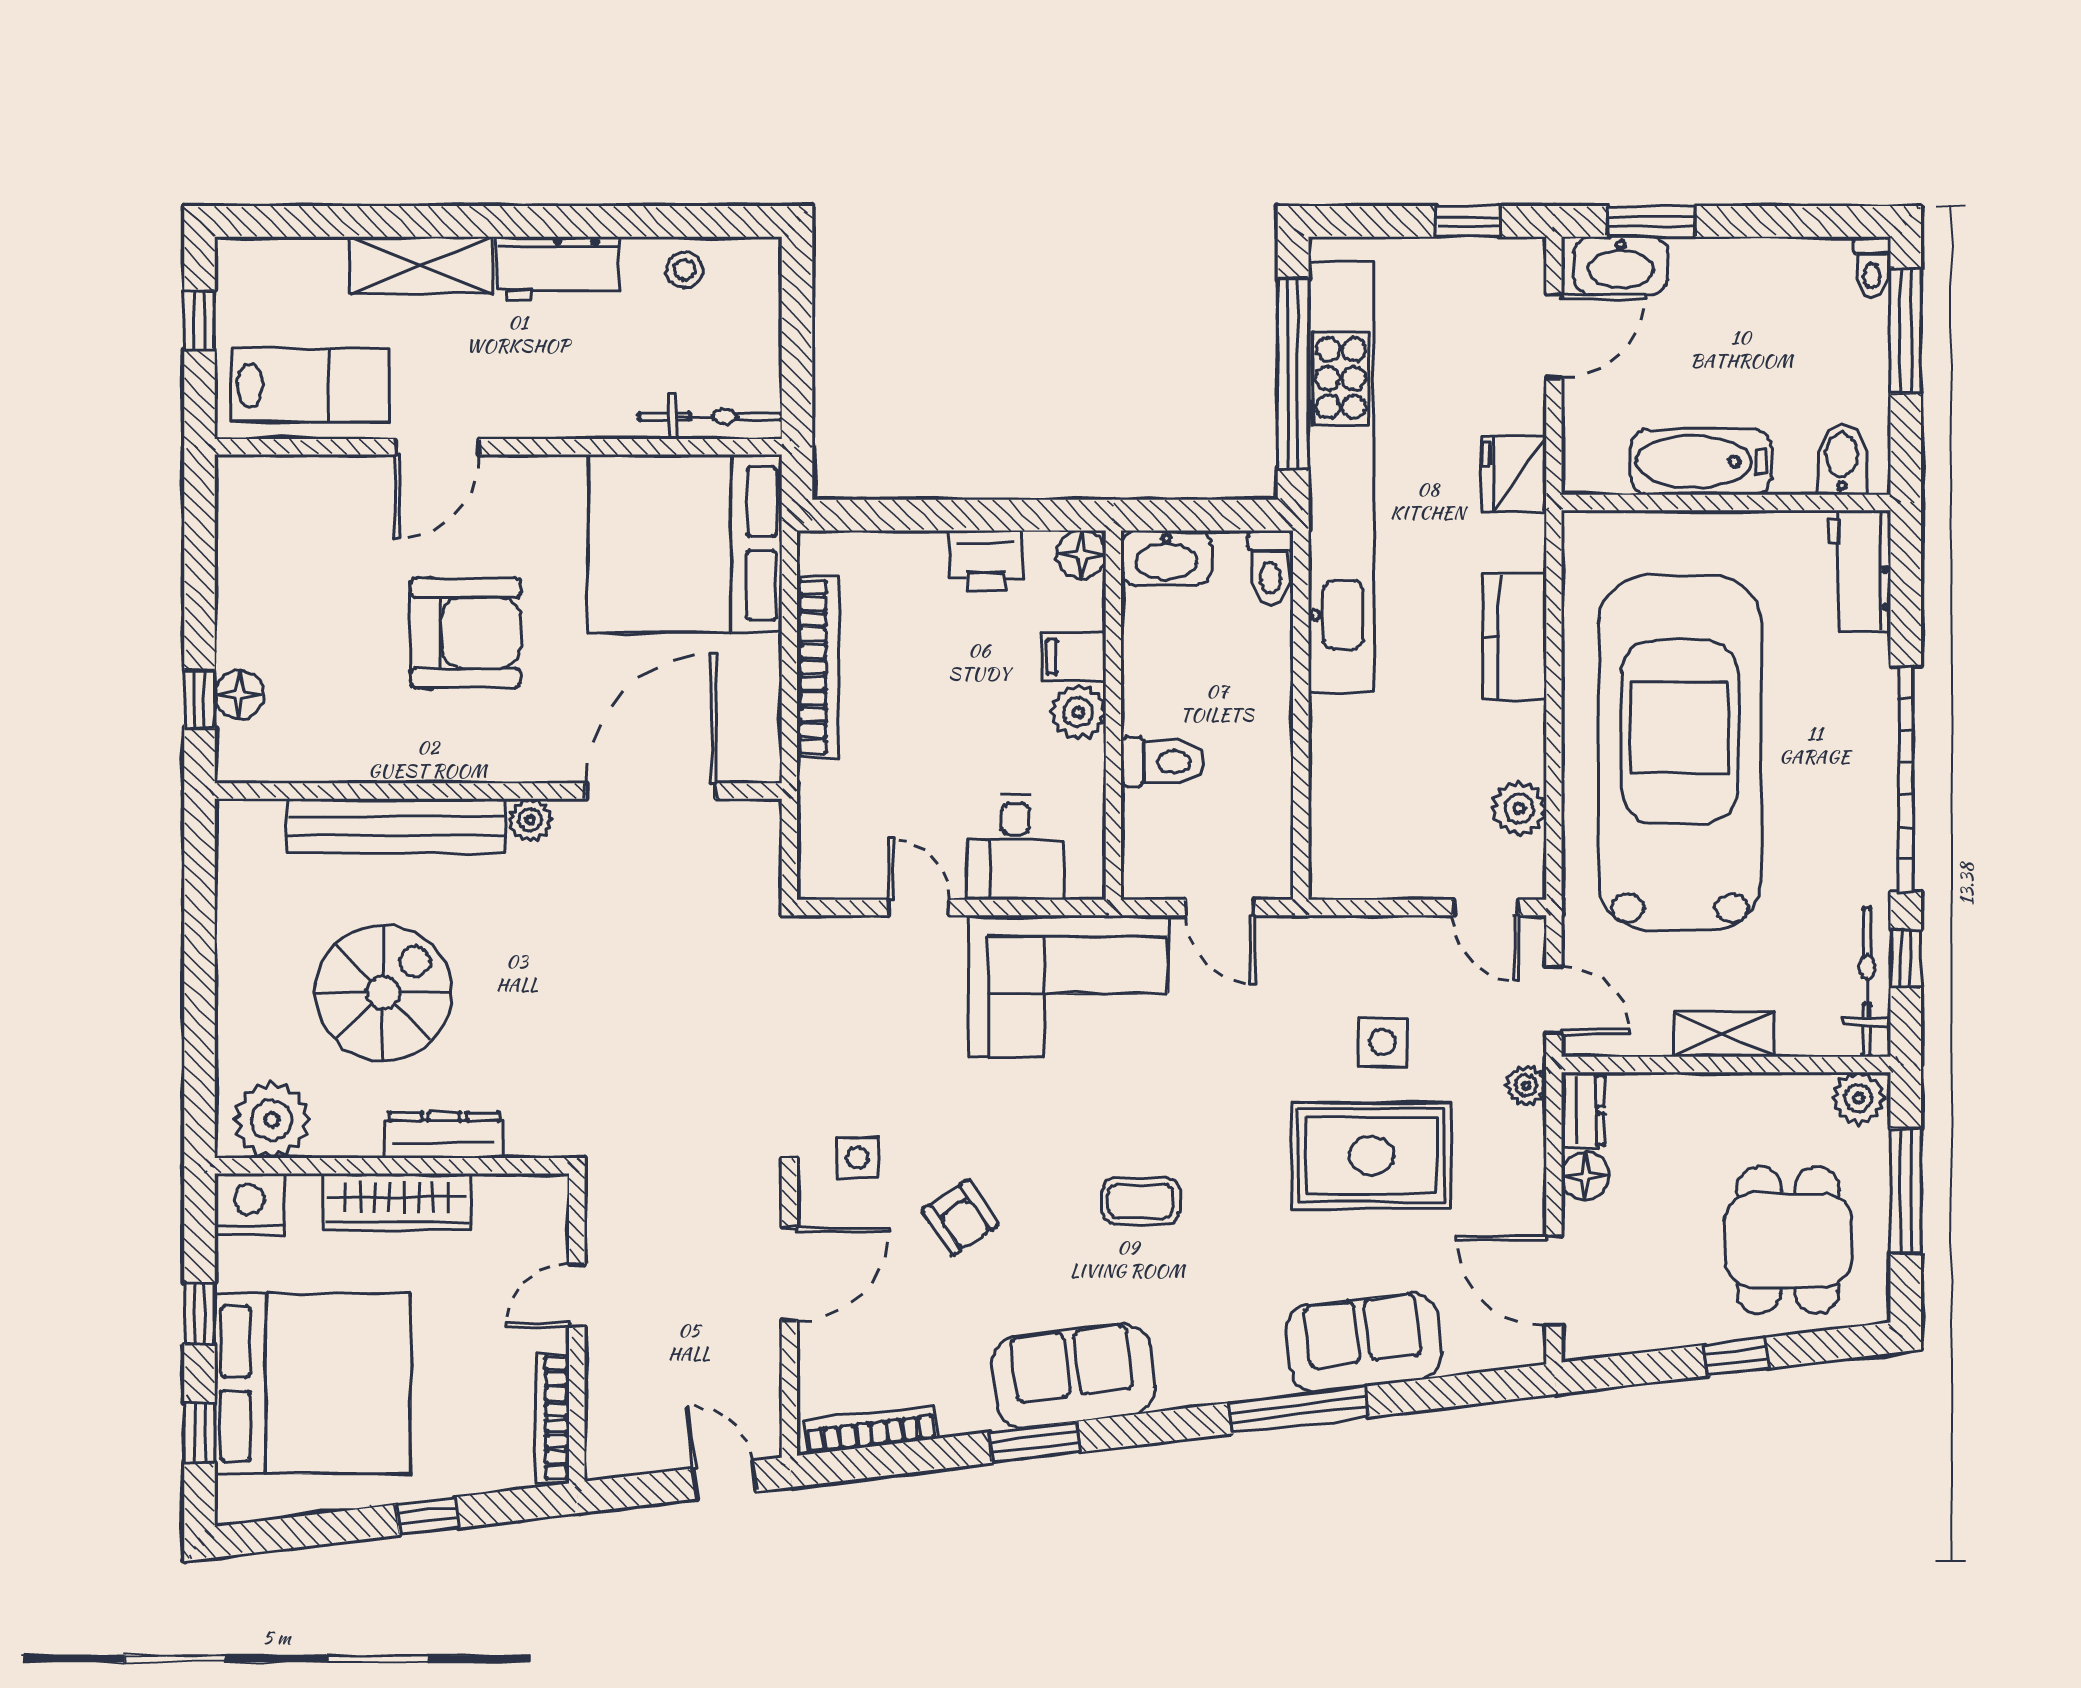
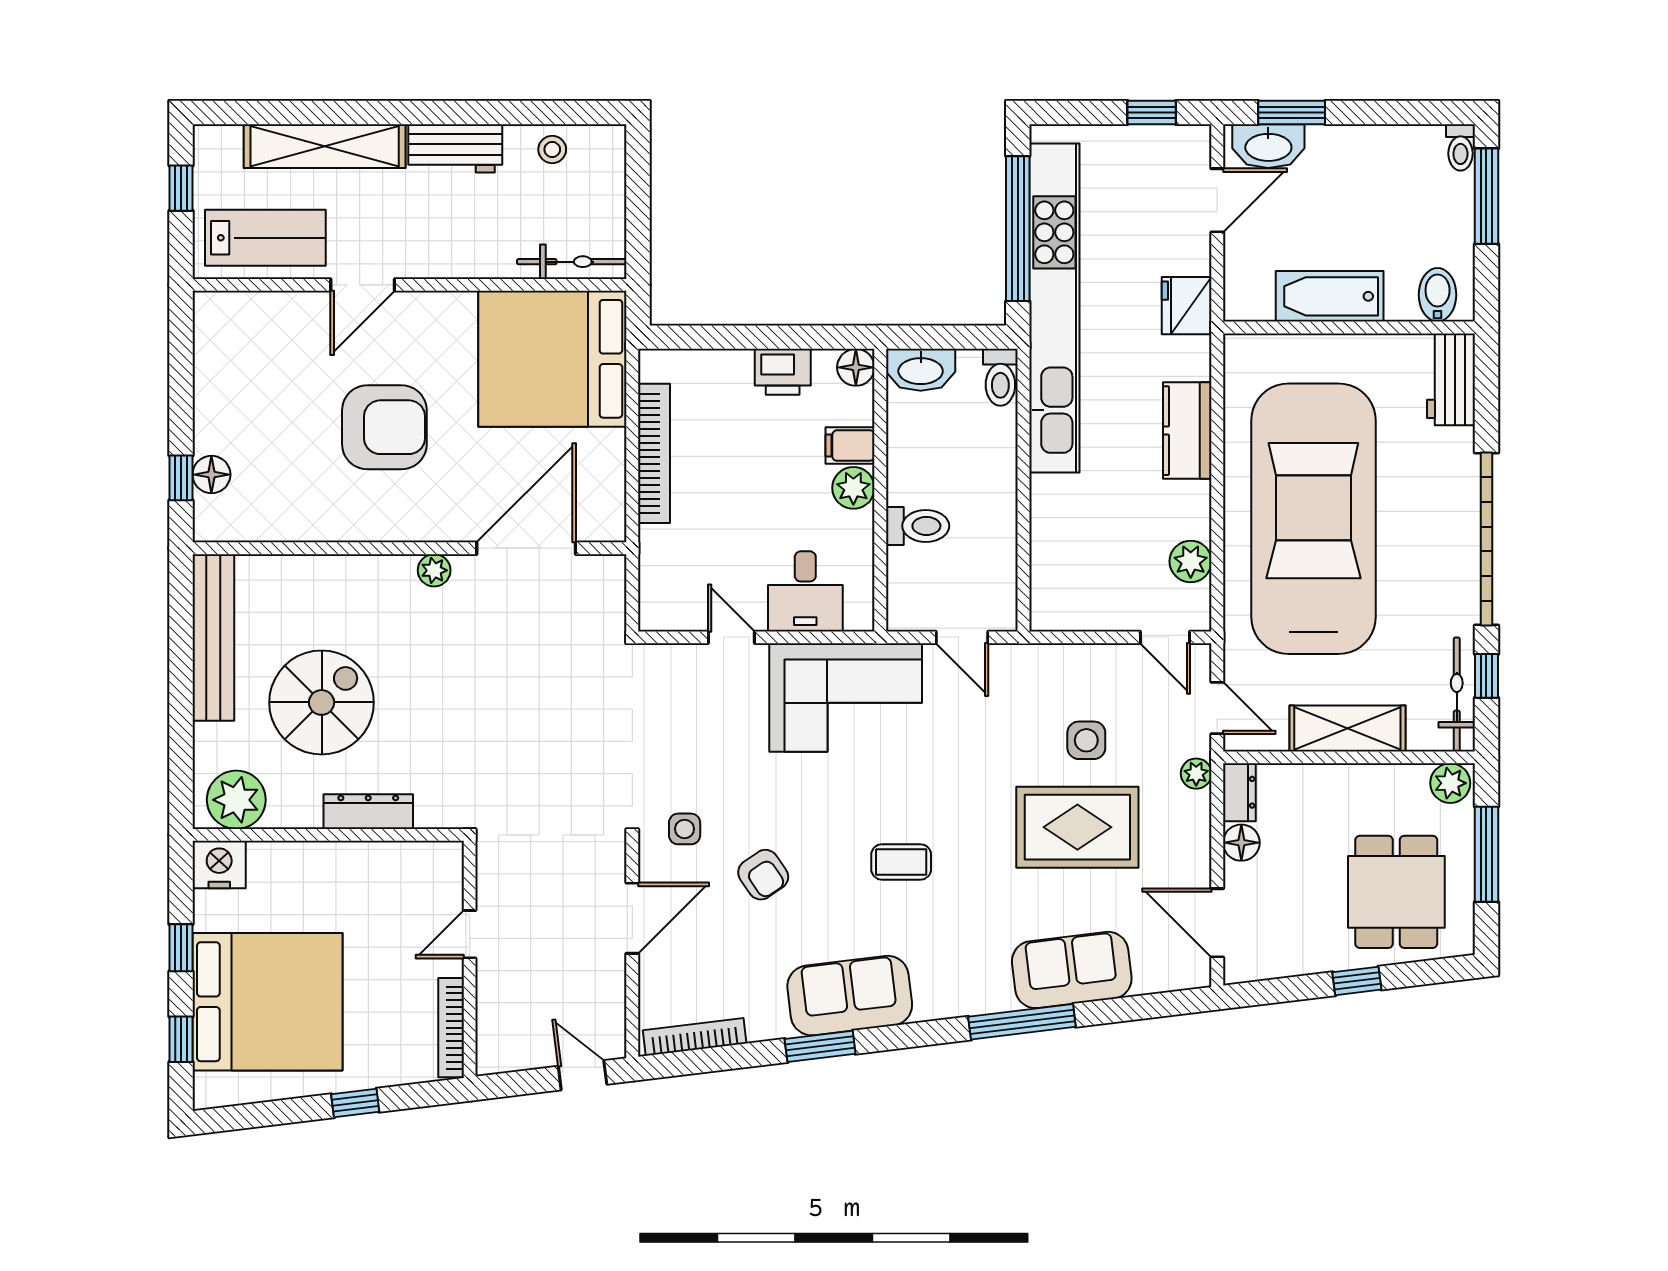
shelving: (421, 265) -> (325, 146), width x1.47
bench: (396, 826) -> (213, 637), moved, turned 90
shelving: (1724, 1034) -> (1347, 728), width x1.50, depth x1.33
wardrobe: (397, 1202) -> (332, 862), removed

